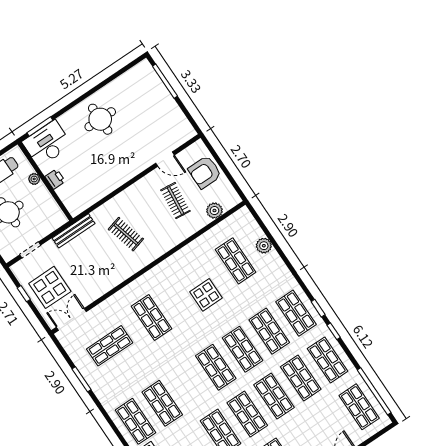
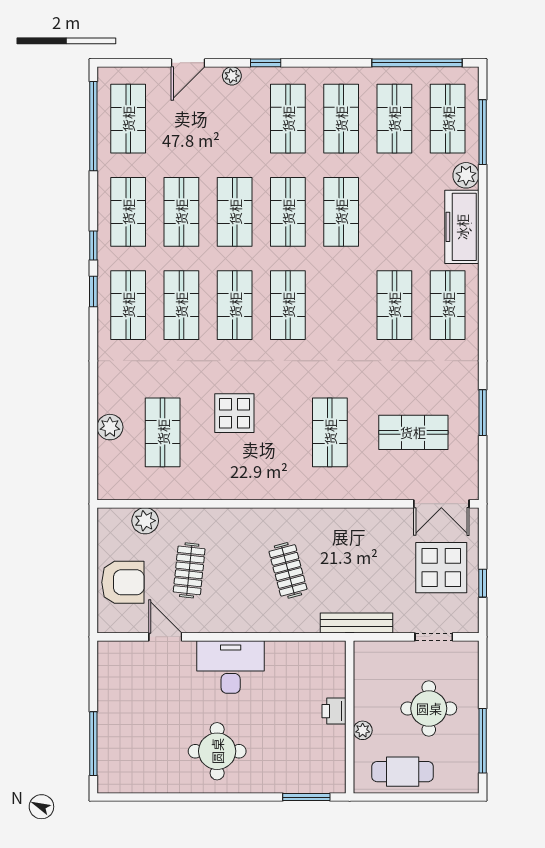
desk: (47, 144) -> (231, 667), moved, turned 180

